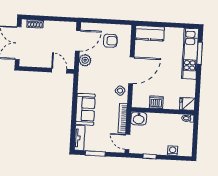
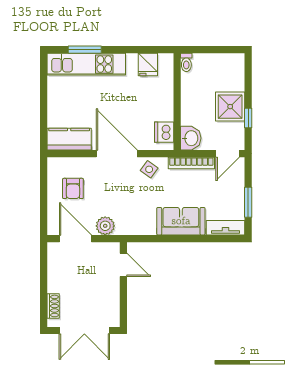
kitchen counter: (150, 33) -> (69, 139), moved, turned -90
armchair: (110, 41) -> (73, 188), turned 180
door: (59, 71) -> (123, 265), swing flipped
dishwasher: (156, 102) -> (164, 132), moved
fridge: (187, 104) -> (148, 64), moved
shower: (158, 145) -> (230, 107), added
washing machine: (173, 151) -> (237, 83), removed

